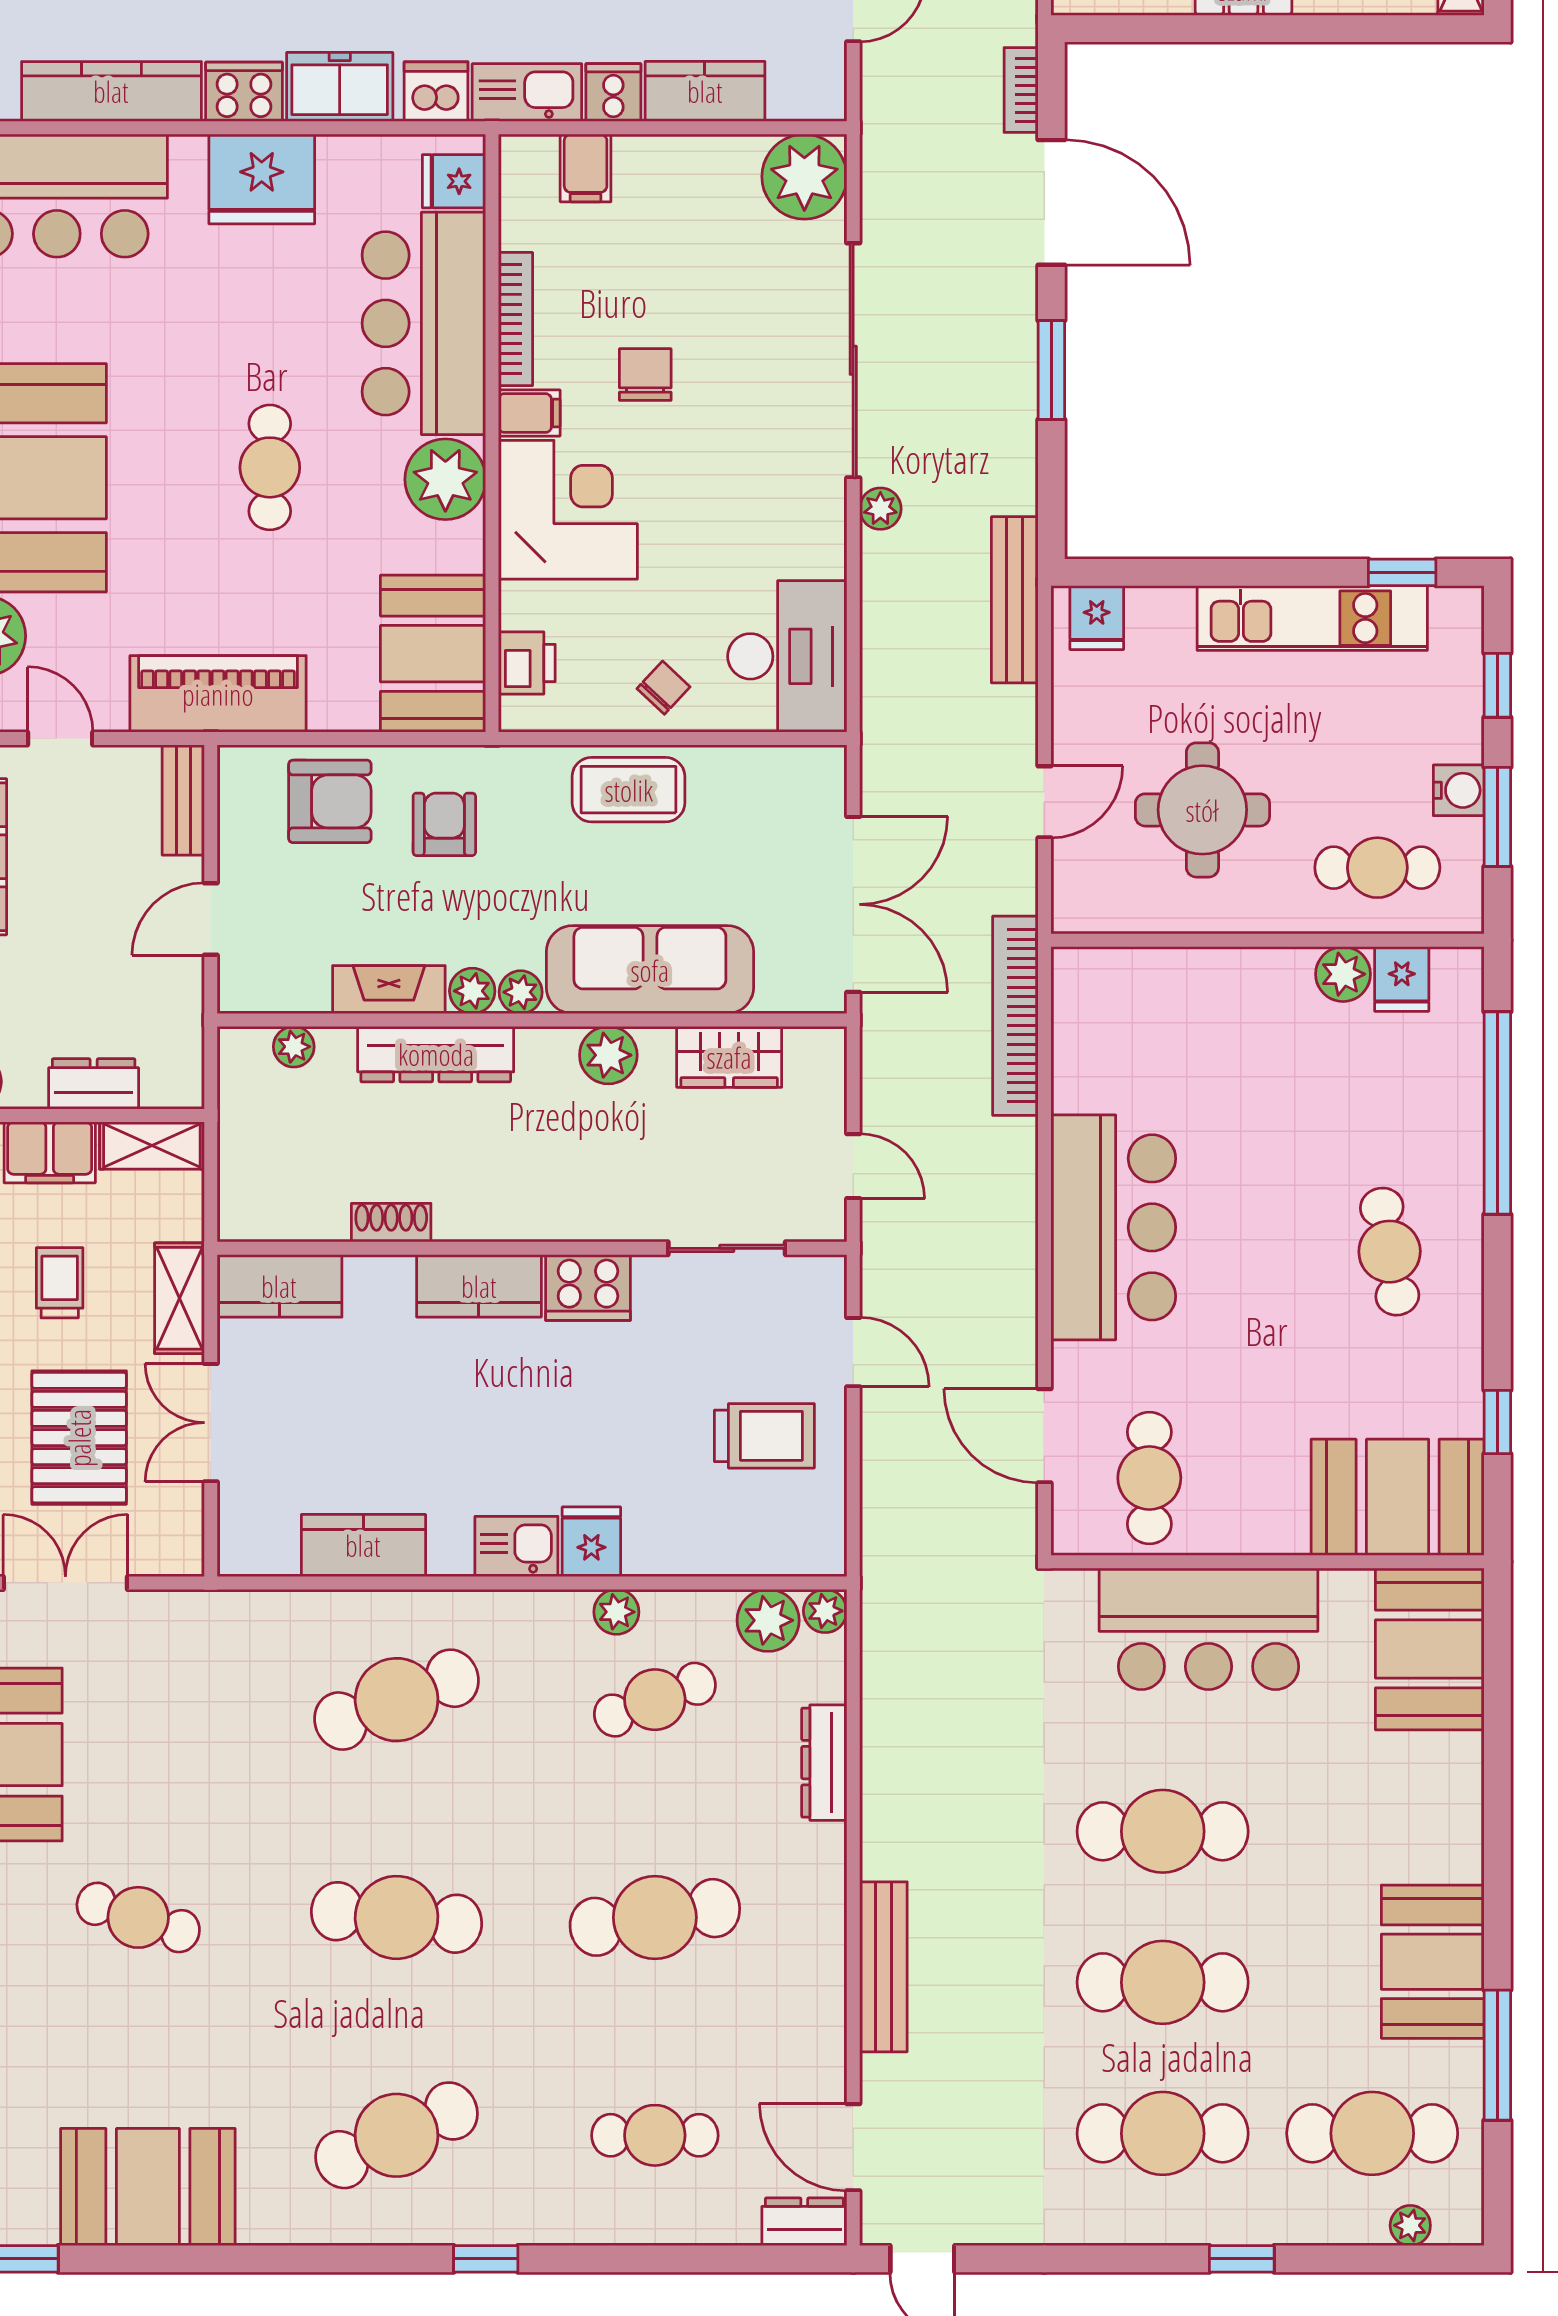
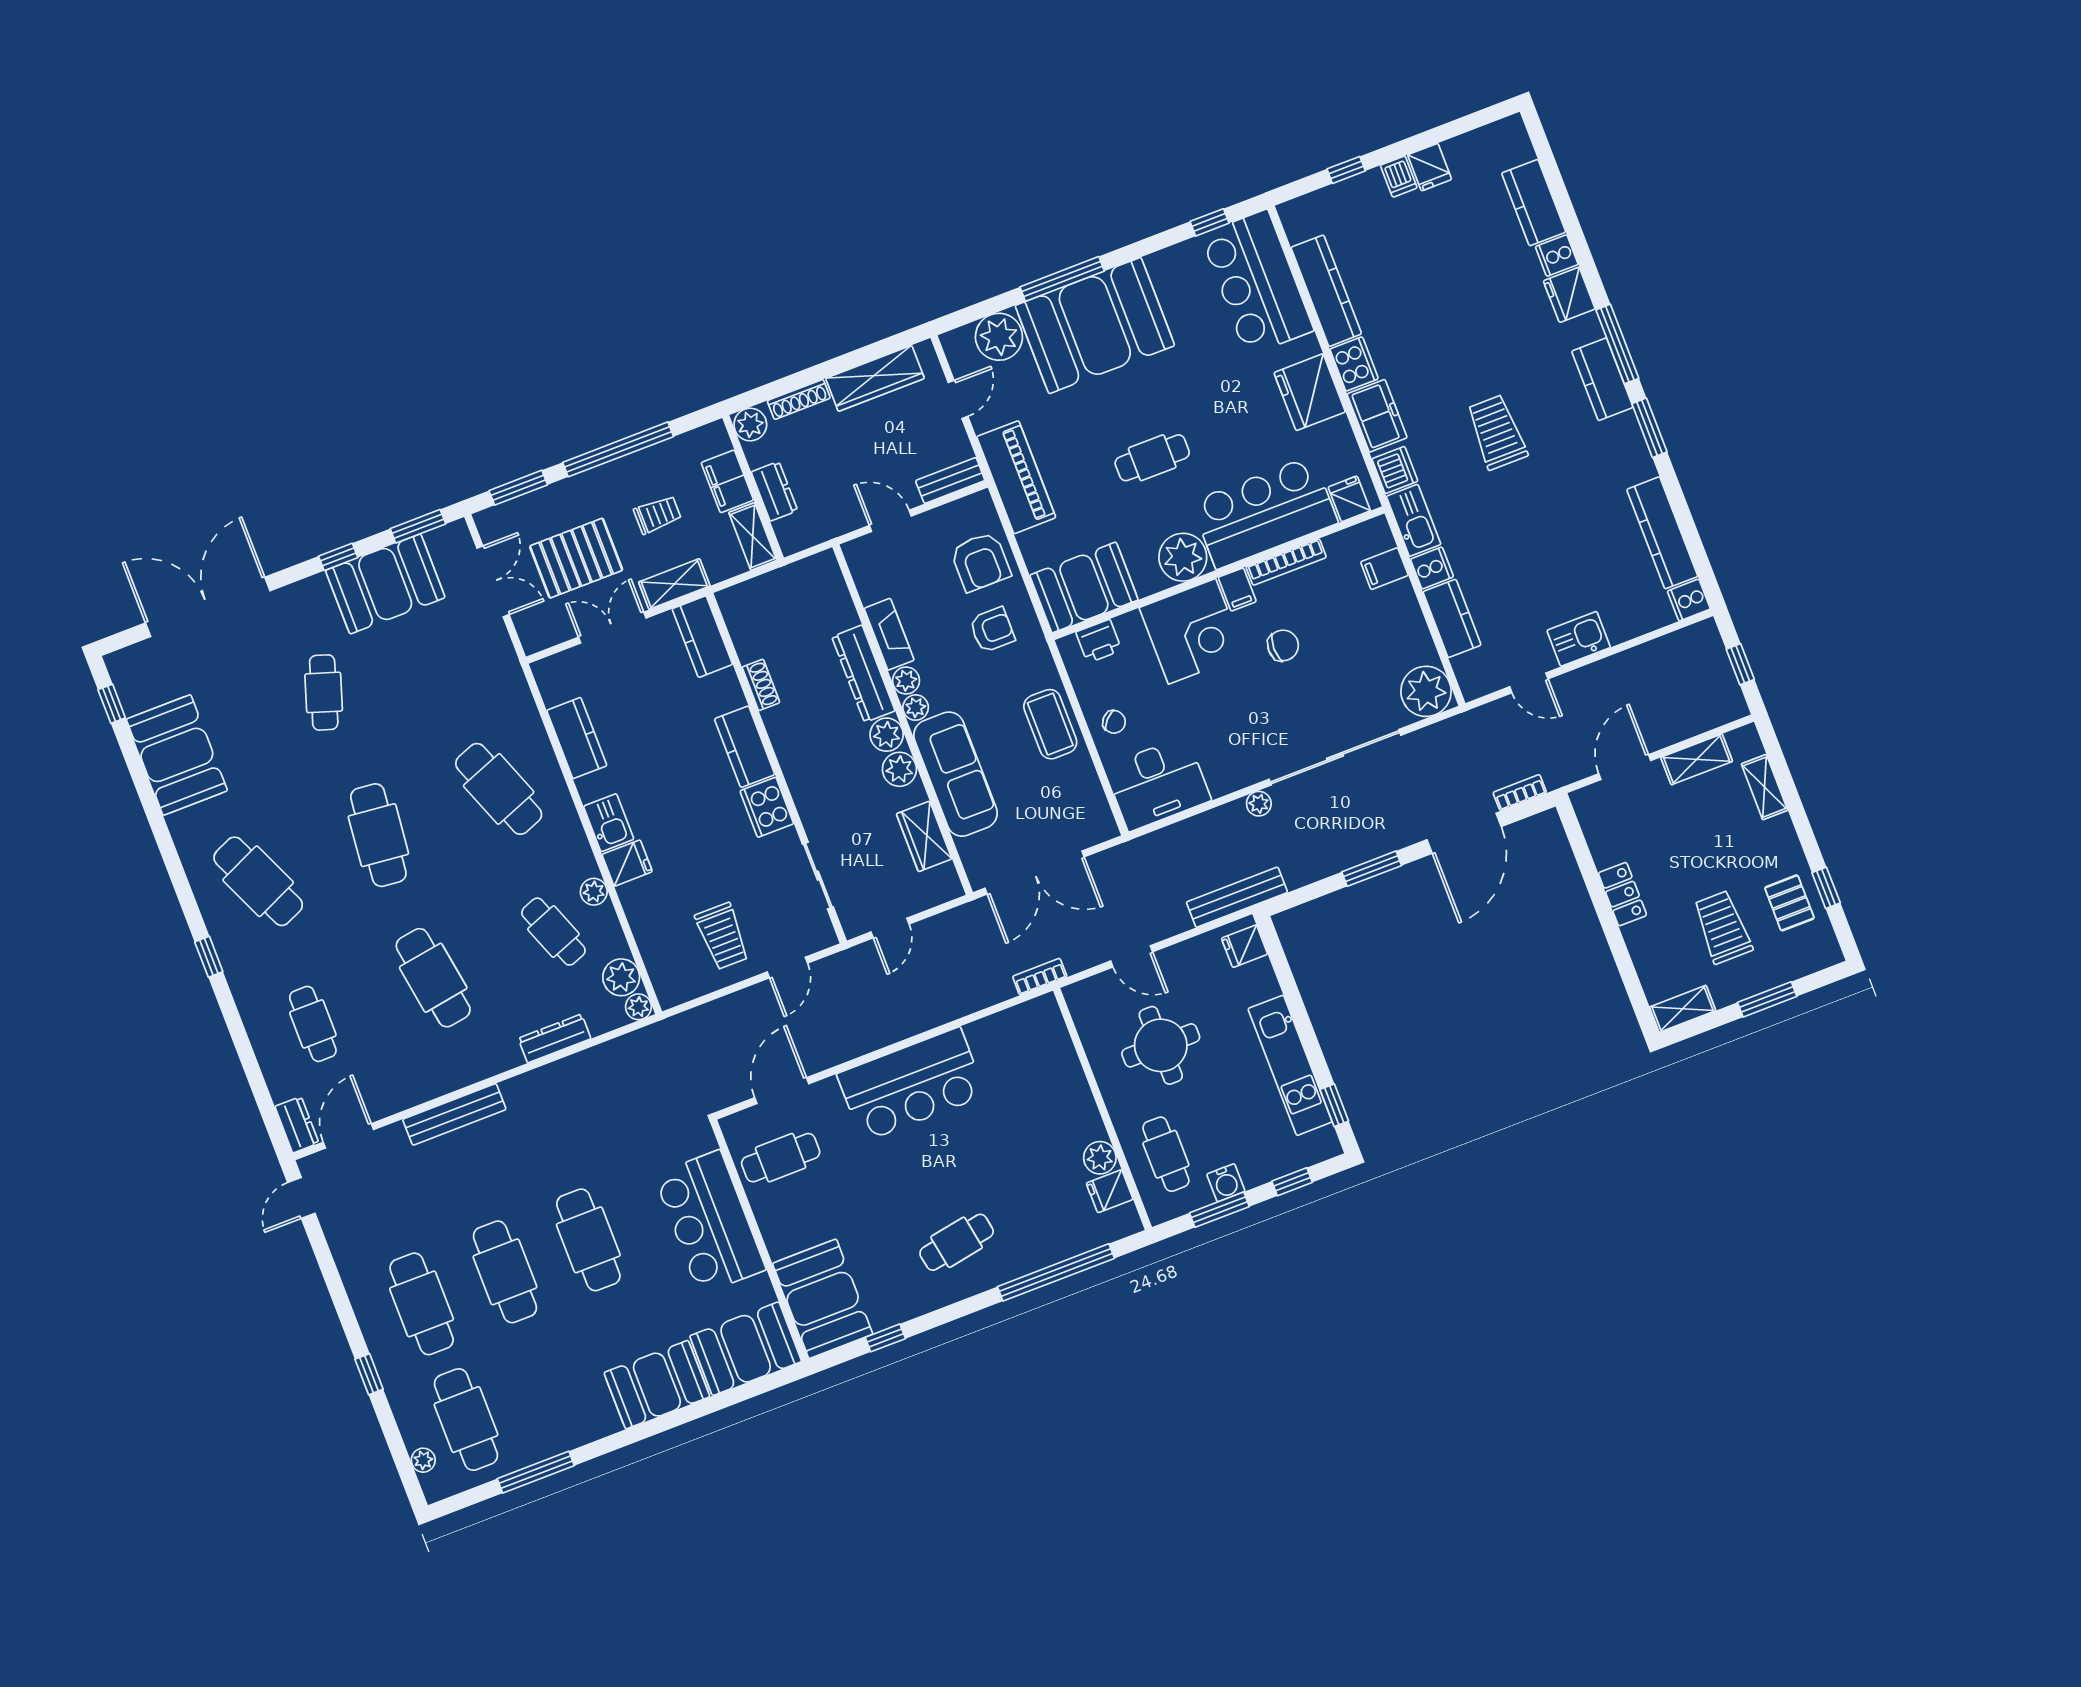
bookcase: (1015, 1016) -> (1040, 977), width x0.43, depth x0.76
plant: (294, 1047) -> (887, 735), moved, width x1.38, depth x1.38
booth: (1433, 1962) -> (657, 1385), moved

